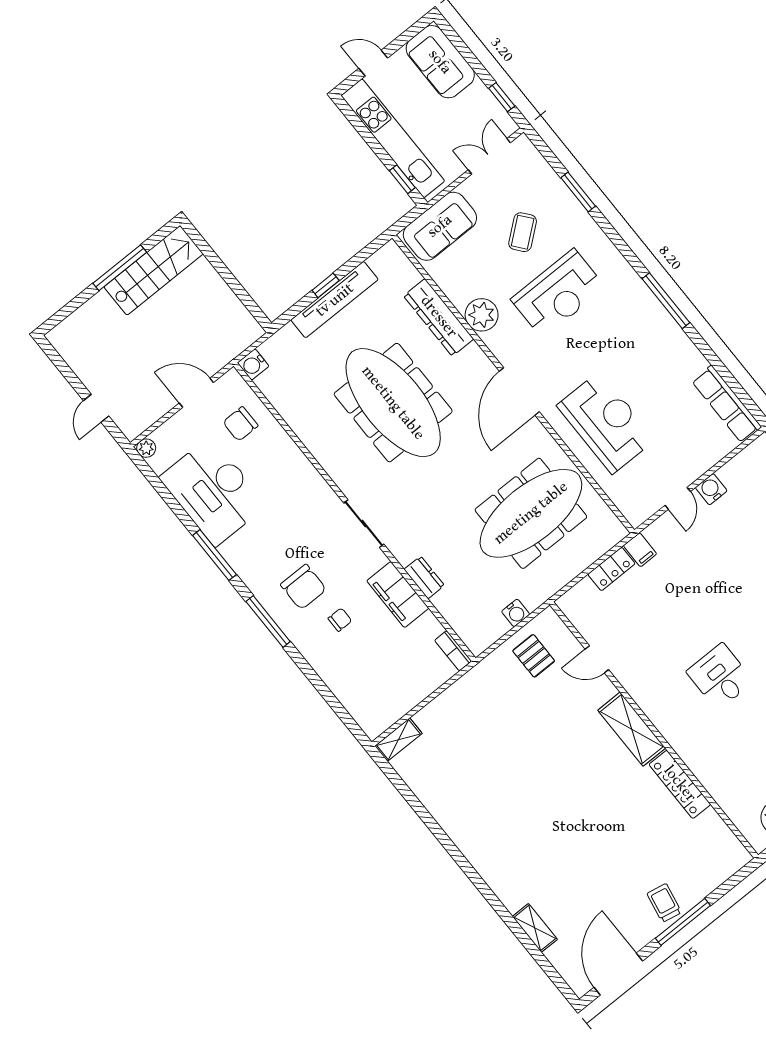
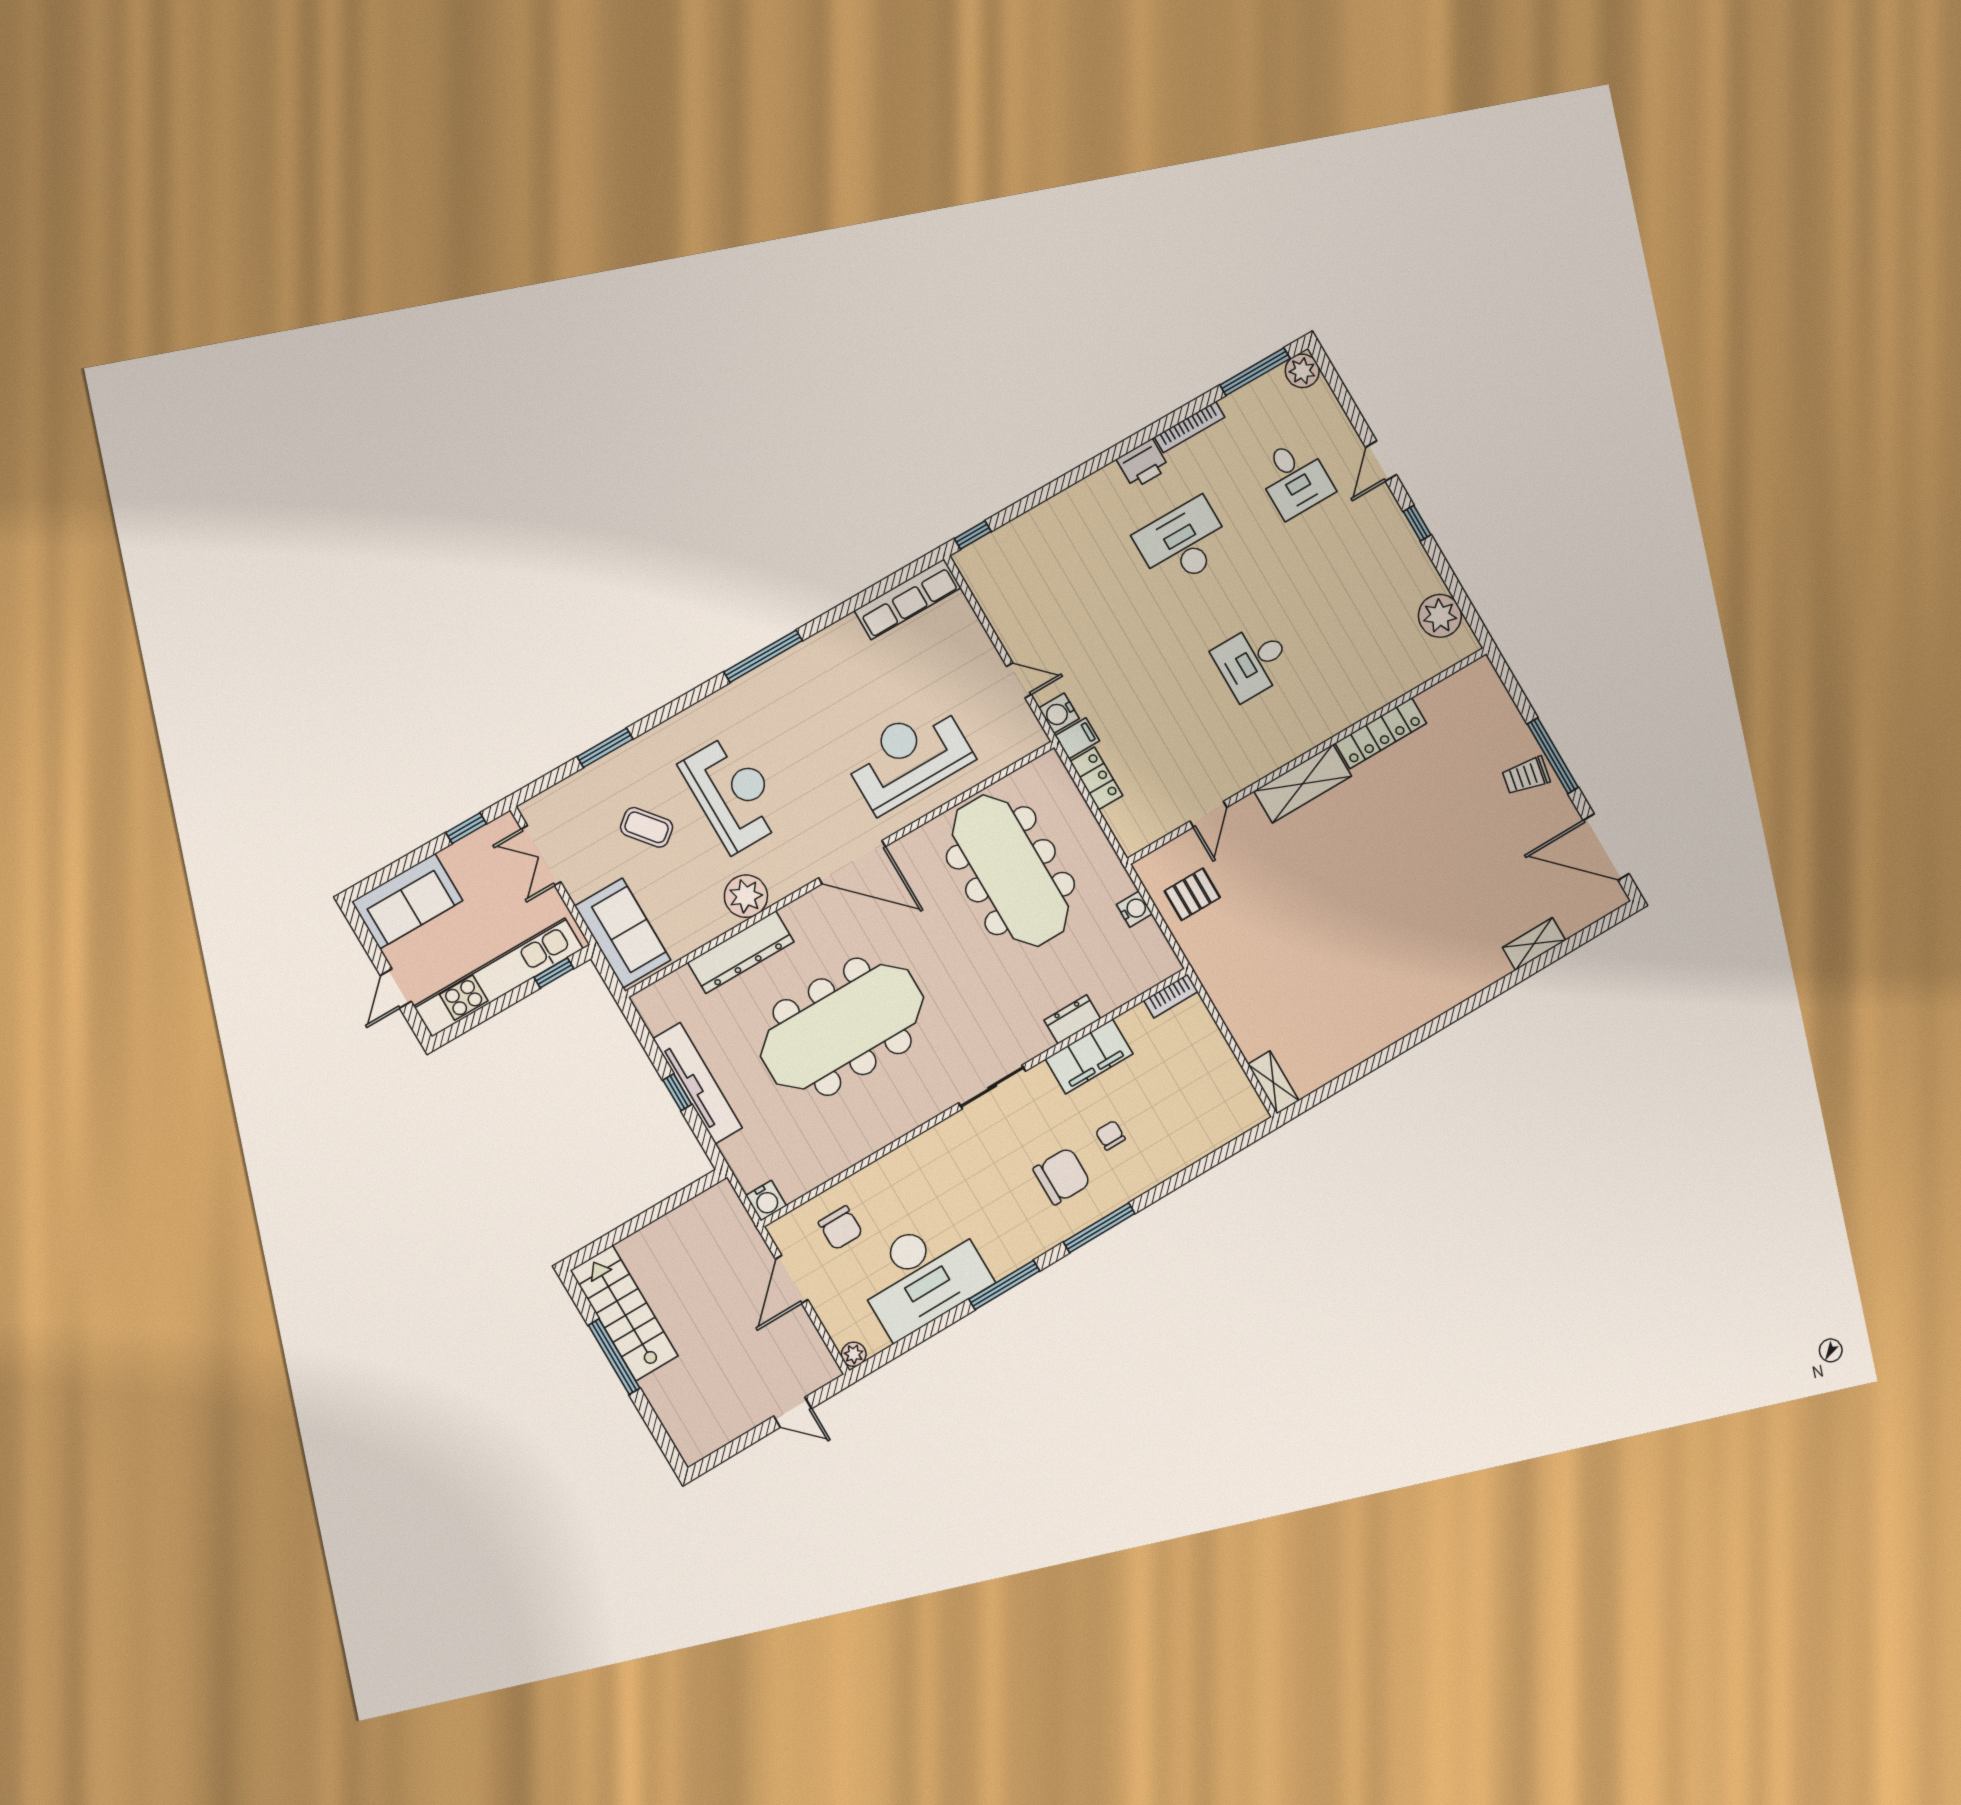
water cooler: (711, 489) -> (1059, 713), moved

